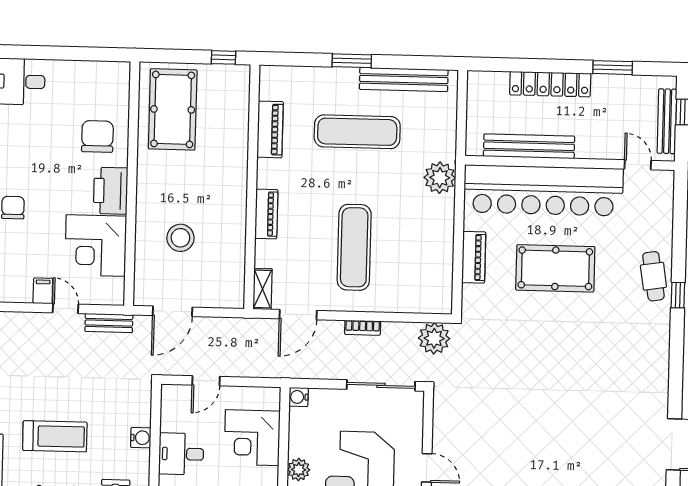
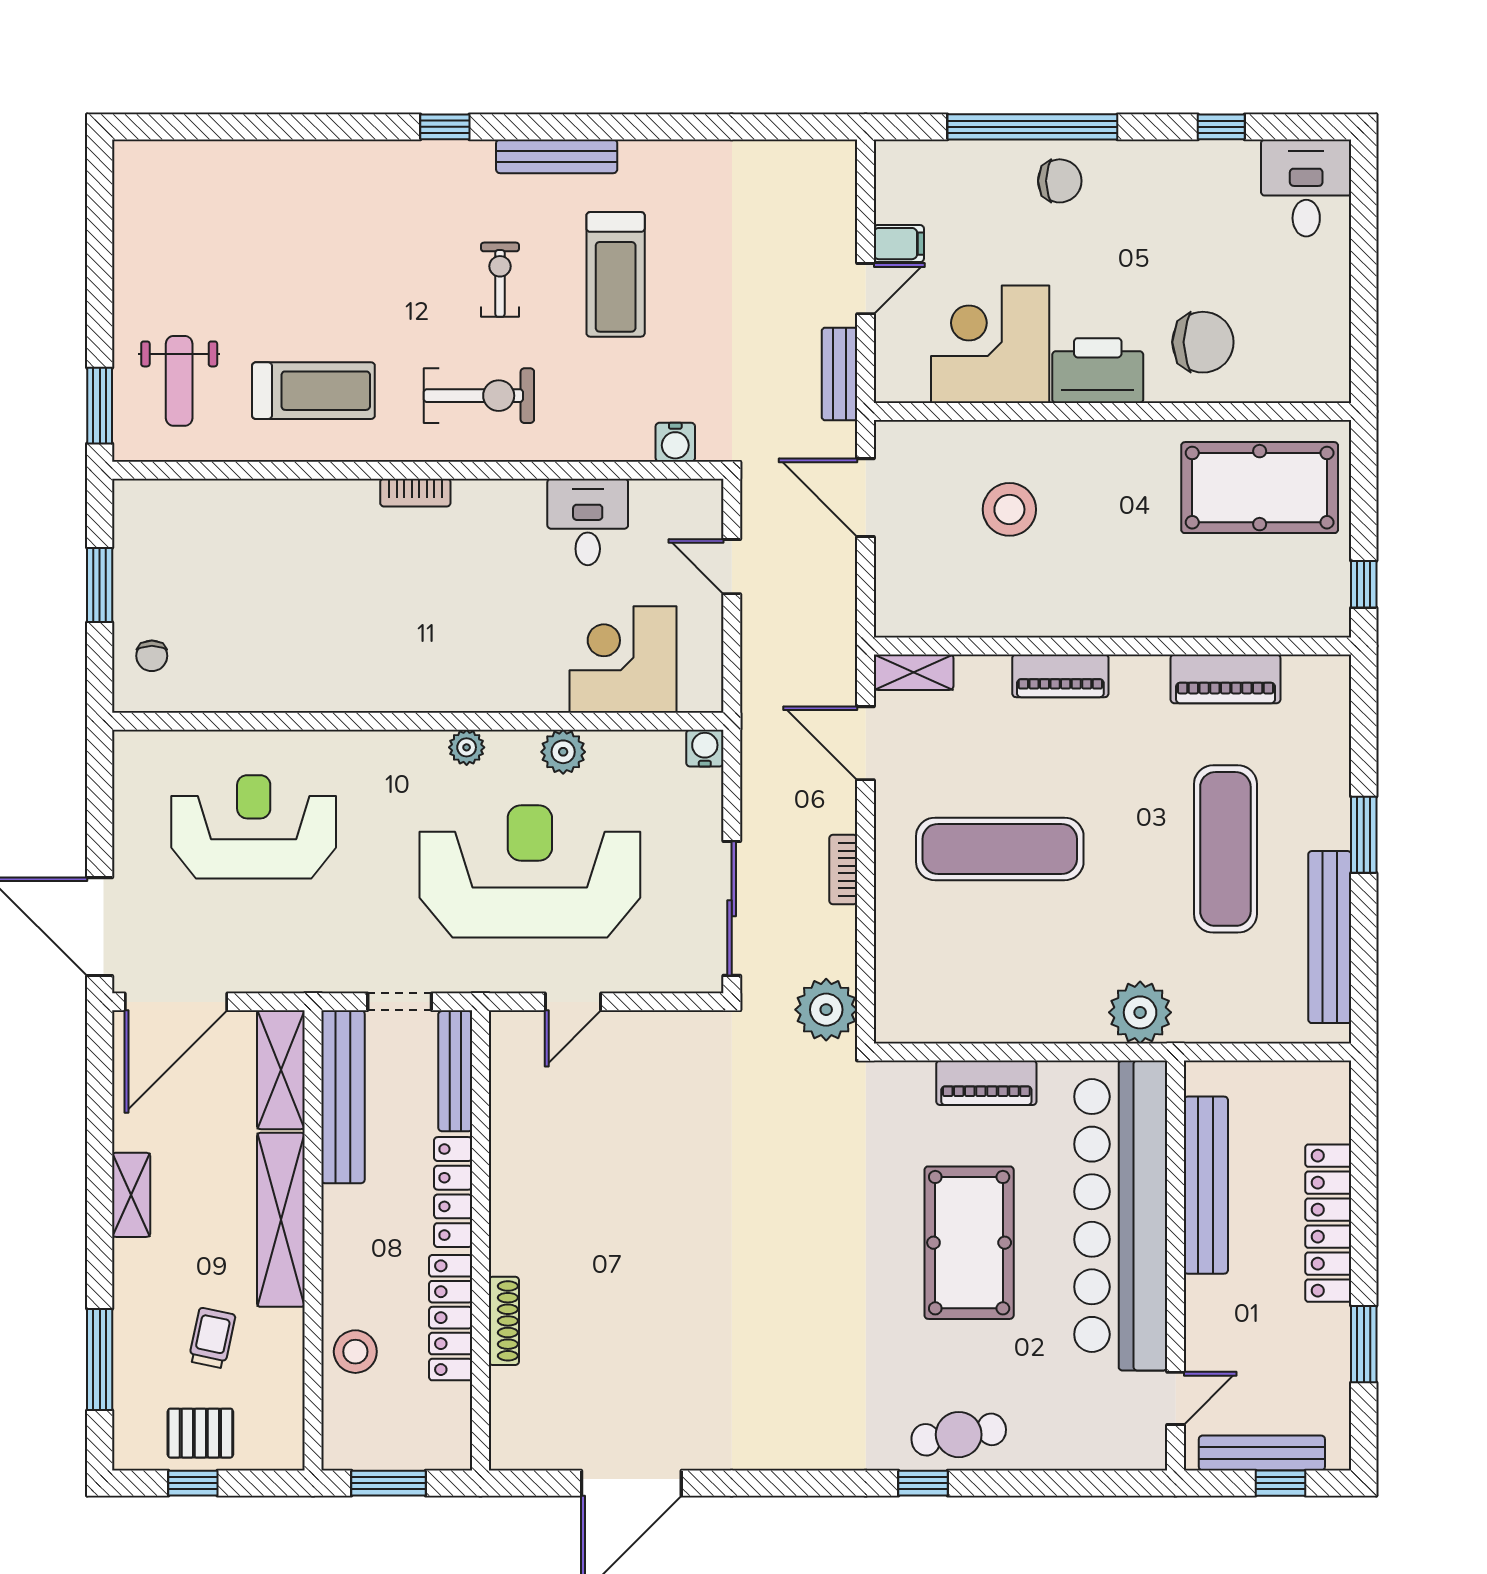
water cooler: (141, 438) -> (675, 442), moved

